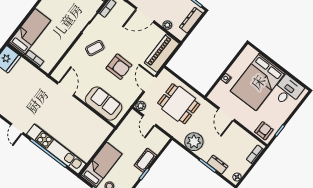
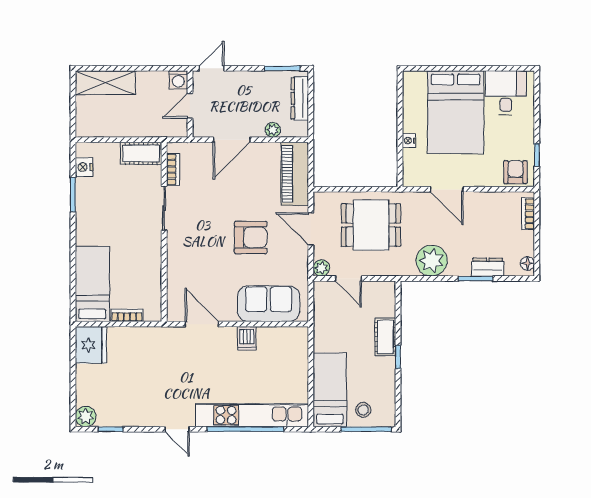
coffee table: (95, 48) -> (198, 238), removed
dishwasher: (81, 112) -> (247, 338), added

